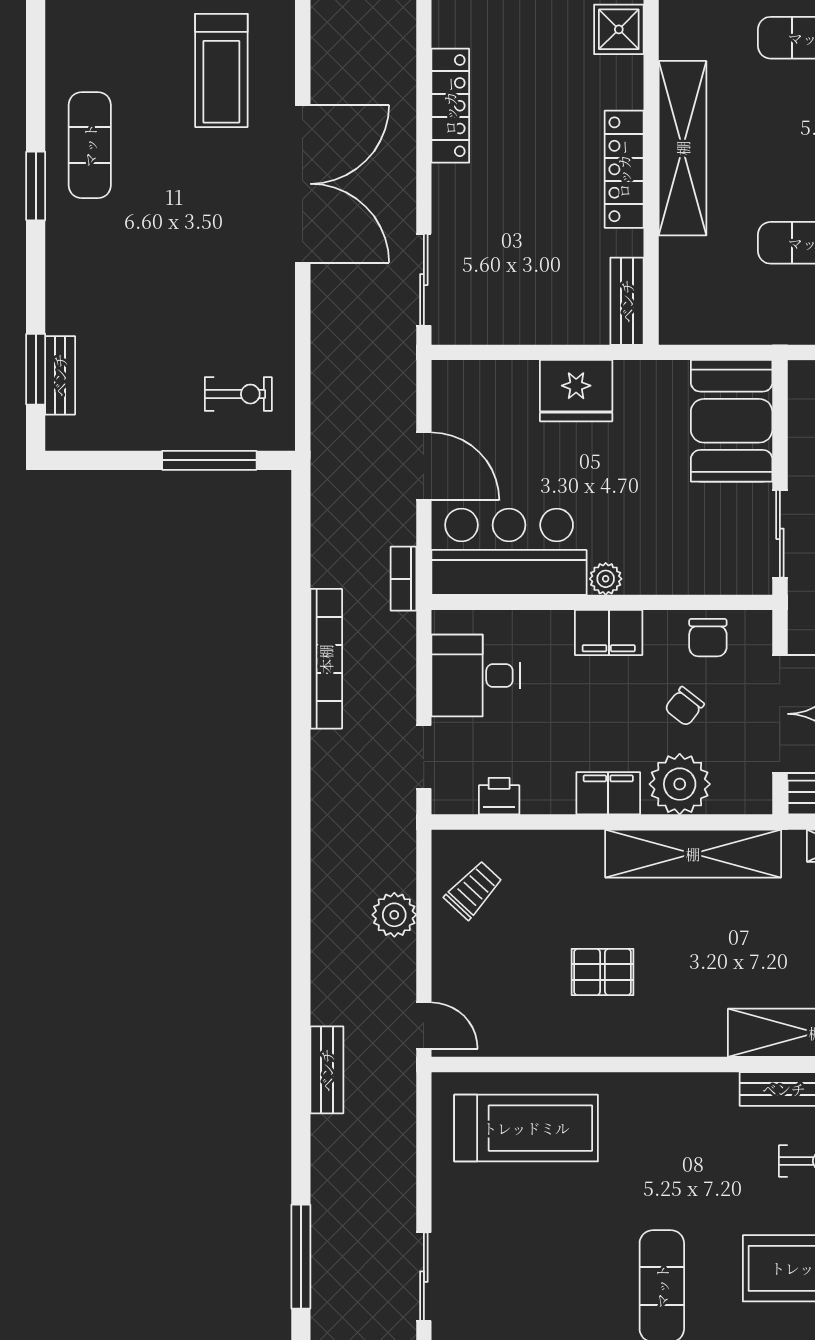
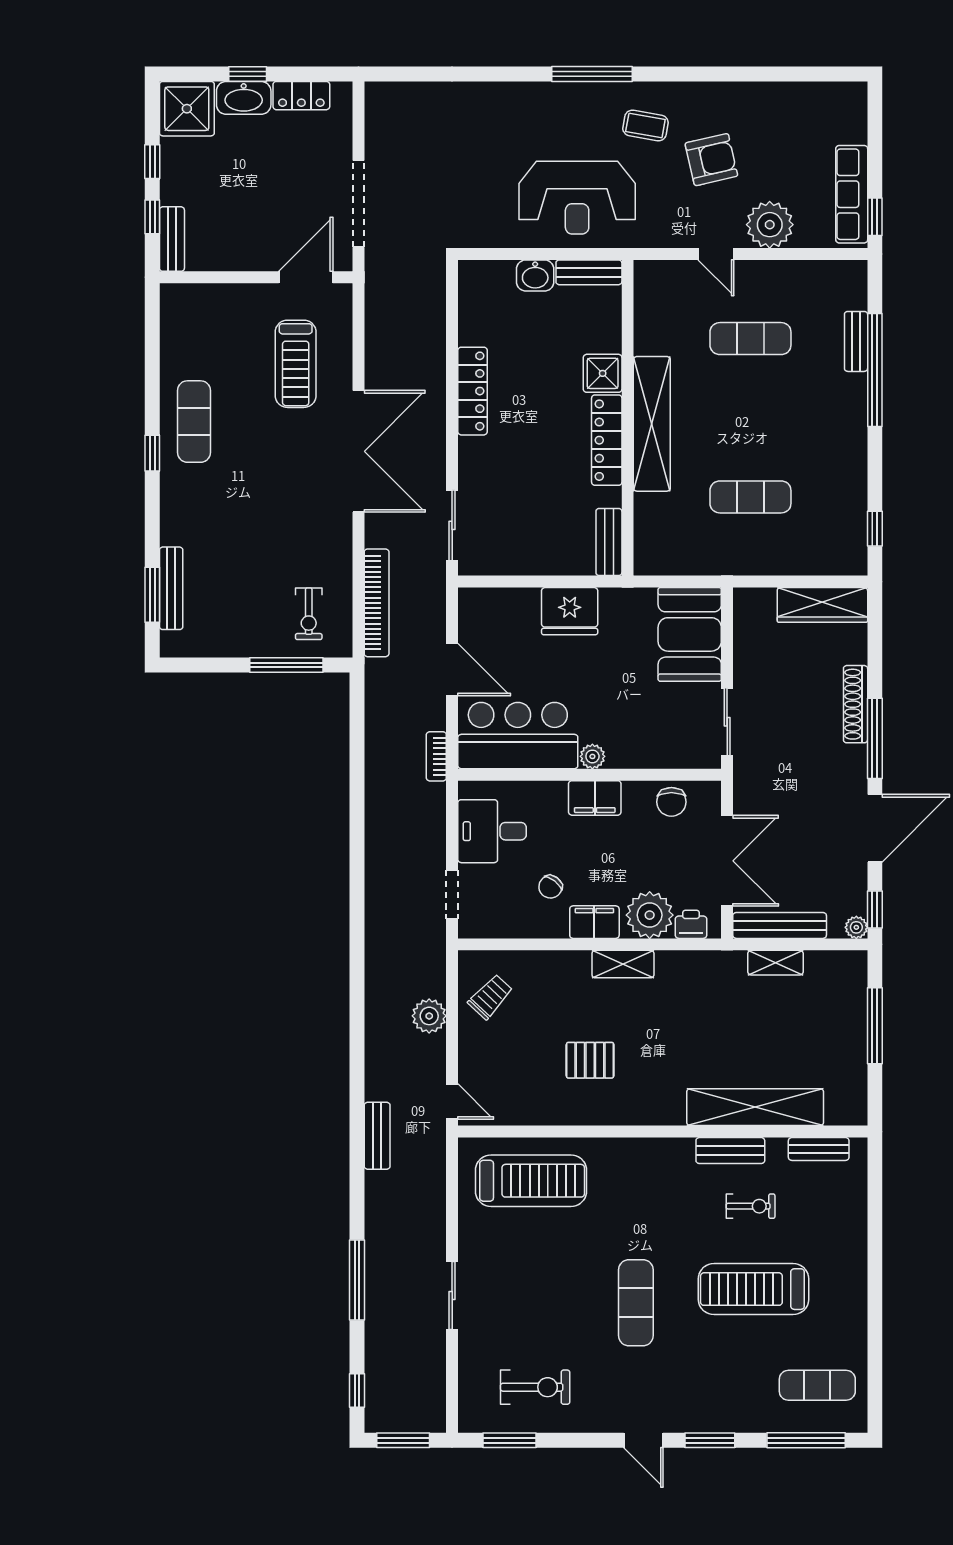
shower: (619, 29) -> (603, 373), moved
window: (36, 186) -> (152, 453), width x0.67
bench: (60, 375) -> (171, 588), width x1.36
exercise bike: (238, 394) -> (309, 614), turned 90
bookcase: (326, 659) -> (377, 603), moved
chair: (684, 706) -> (550, 887), moved
printer: (499, 796) -> (691, 924), moved
shelving: (693, 854) -> (623, 964), width x0.45, depth x0.75

